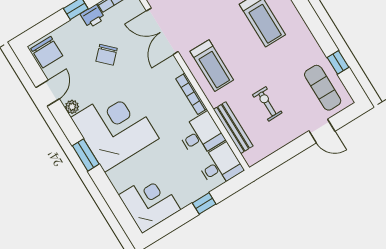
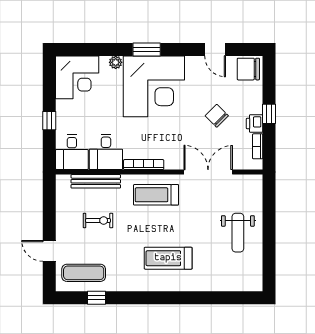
plant: (72, 107) -> (116, 62), moved
door: (322, 131) -> (49, 251), hinge flipped

